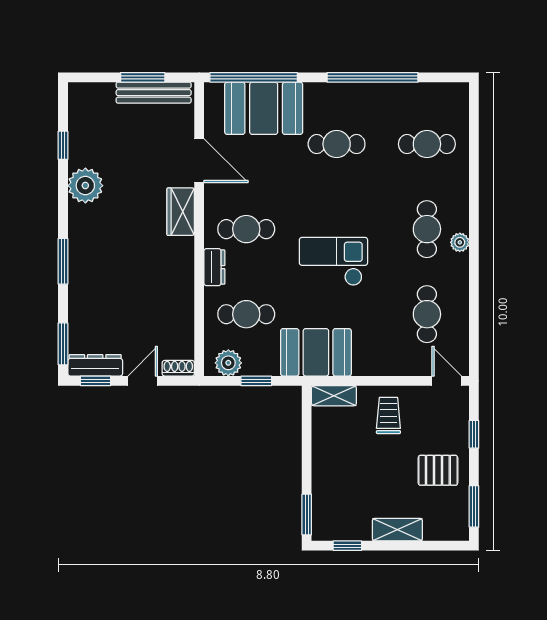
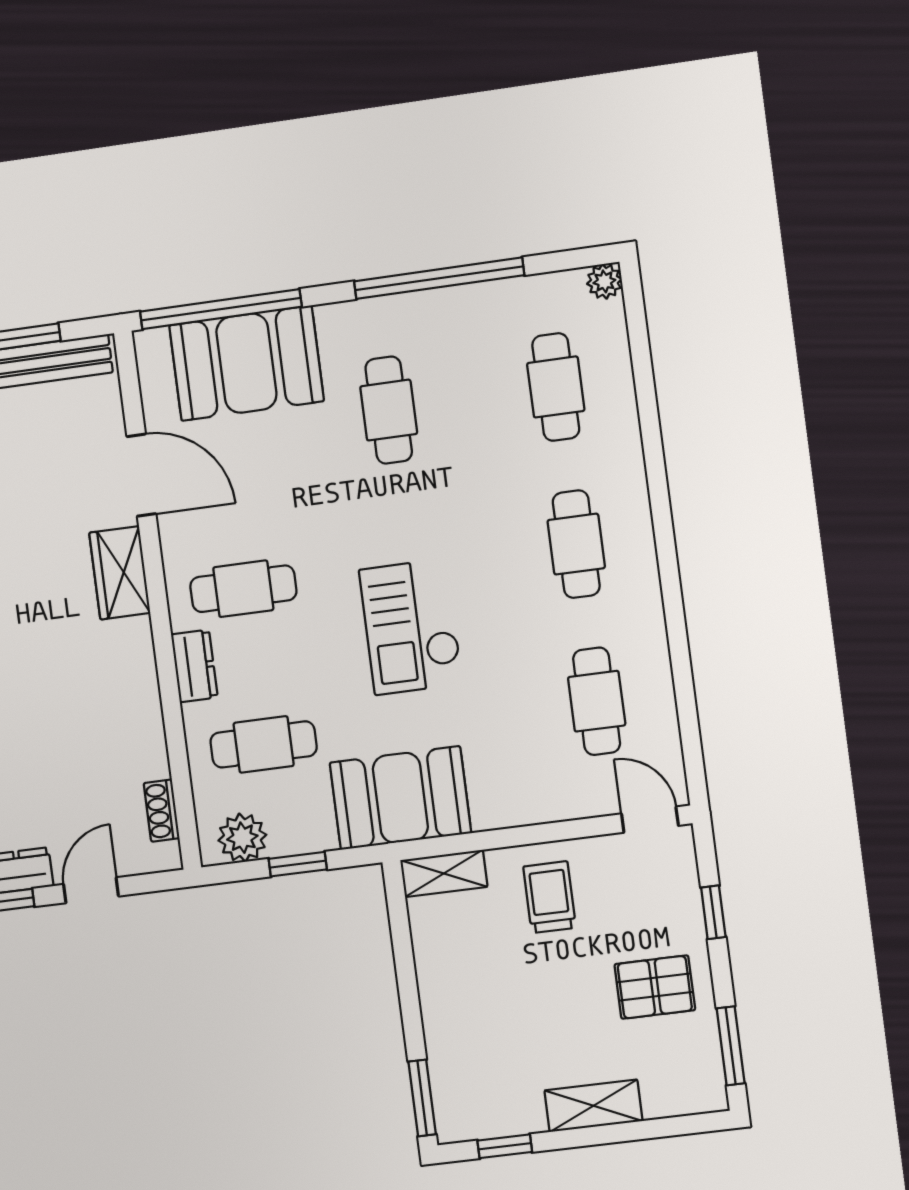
cafe table: (337, 144) -> (389, 410), turned 90
cafe table: (427, 144) -> (556, 387), turned 90
plant: (460, 242) -> (604, 281), moved
checkout: (333, 261) -> (411, 627), turned -90
shoe rack: (178, 368) -> (162, 811), moved, turned -90

